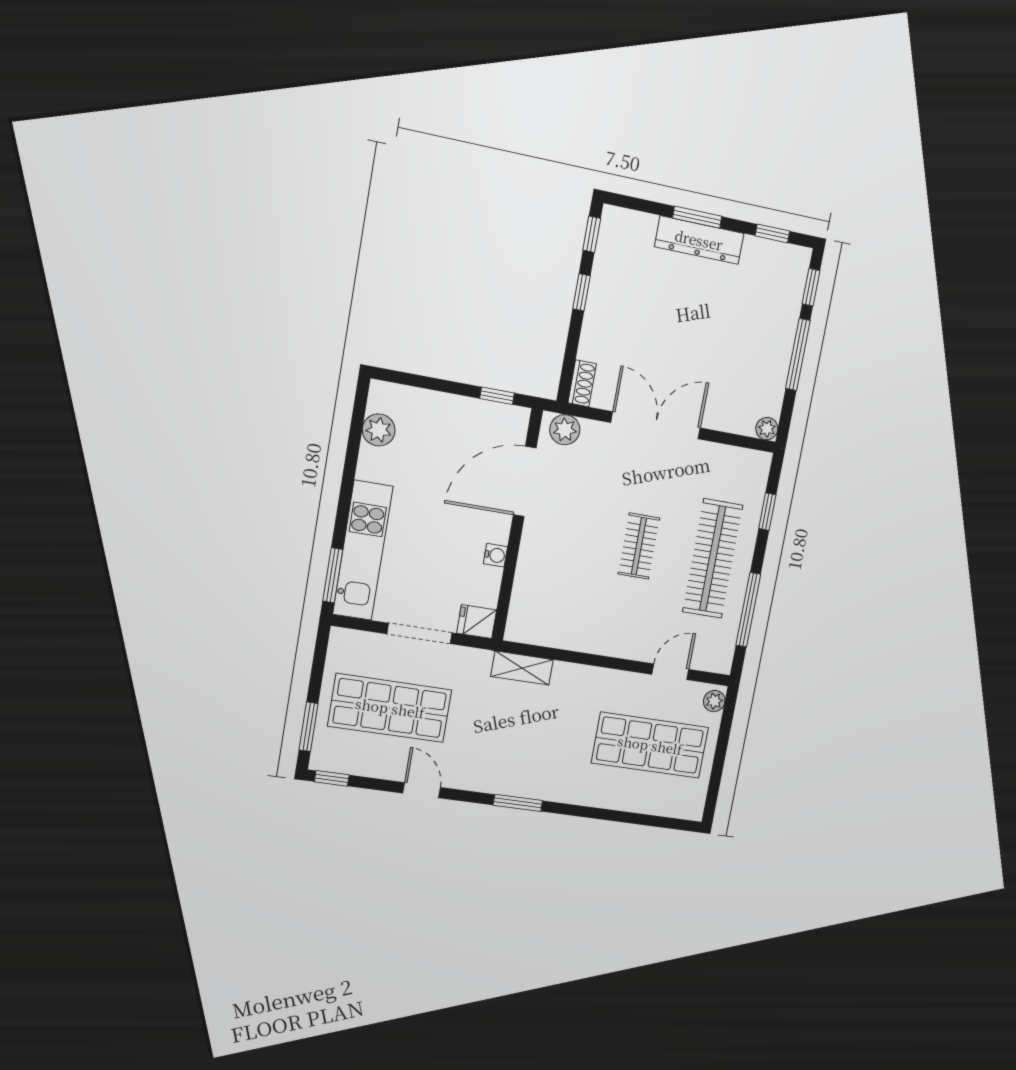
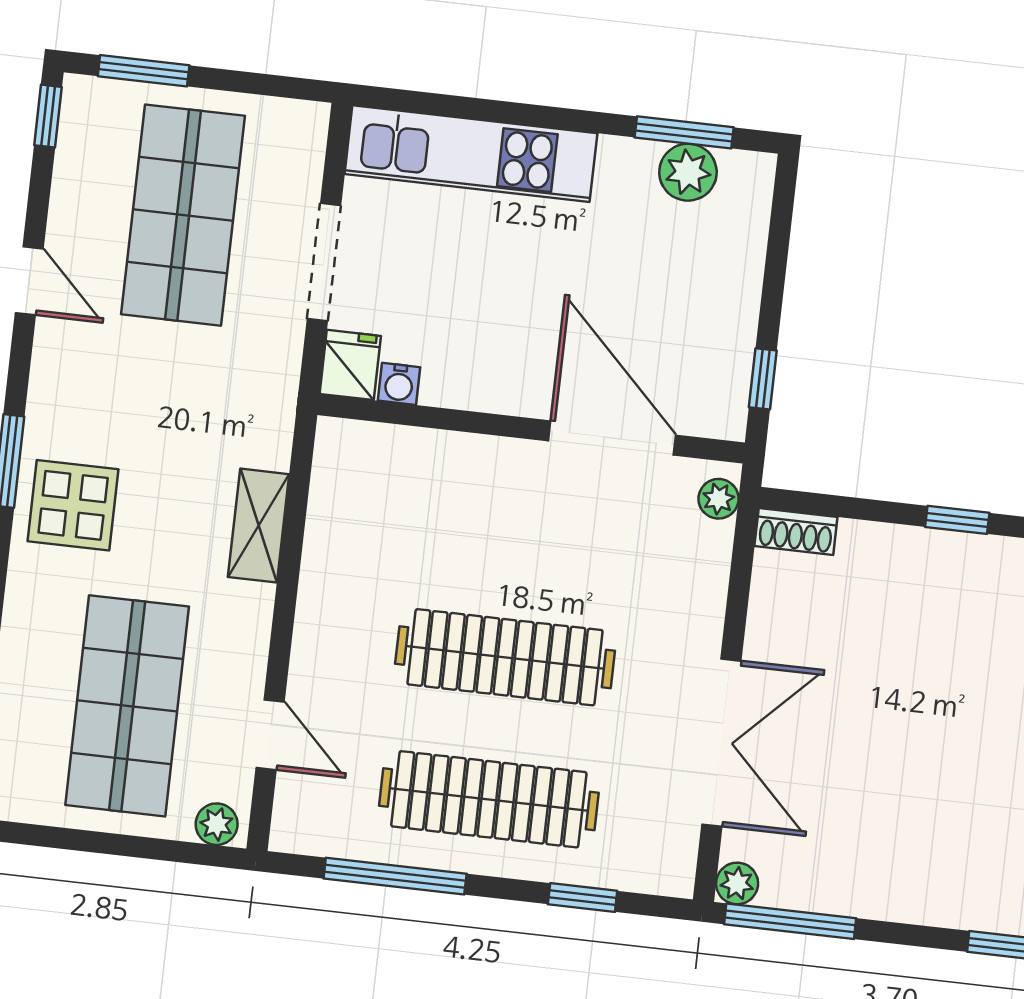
window: (798, 354) -> (790, 921), moved
double door: (656, 425) -> (721, 743), moved
plant: (565, 430) -> (719, 499), width x0.73, depth x0.73
clothes rail: (639, 546) -> (505, 657), width x1.86, depth x1.31
water cooler: (495, 555) -> (399, 384), moved
window: (333, 575) -> (684, 132), moved
shelving: (522, 668) -> (259, 526), moved
display table: (543, 770) -> (73, 505), added
door: (422, 790) -> (29, 281), hinge flipped

